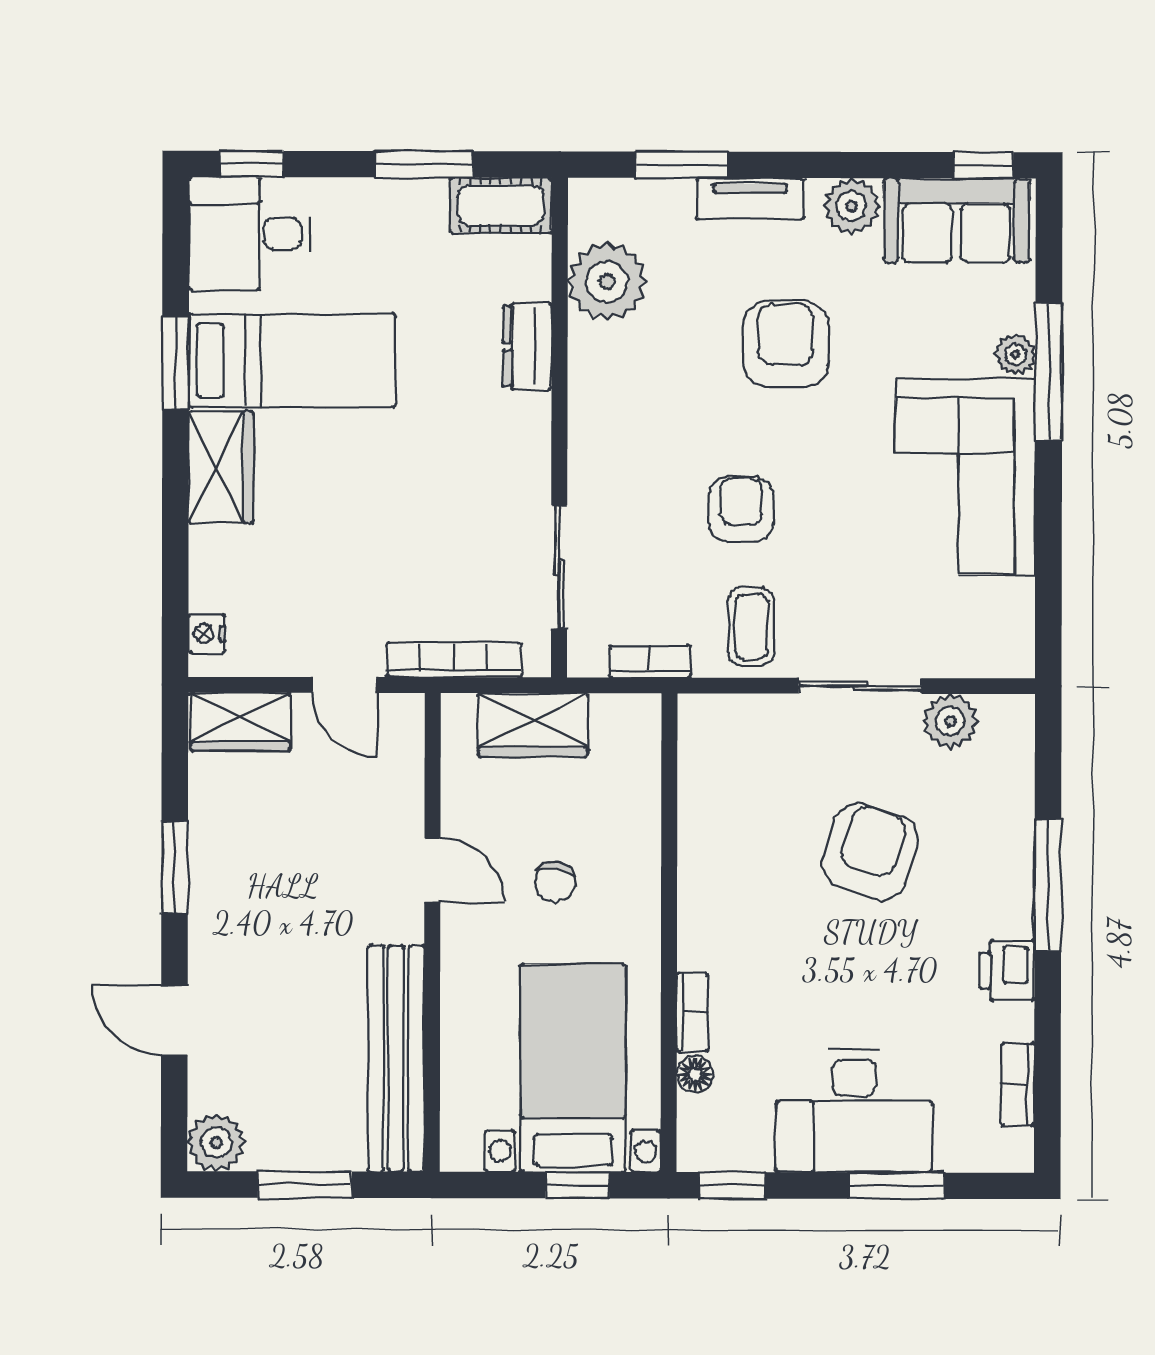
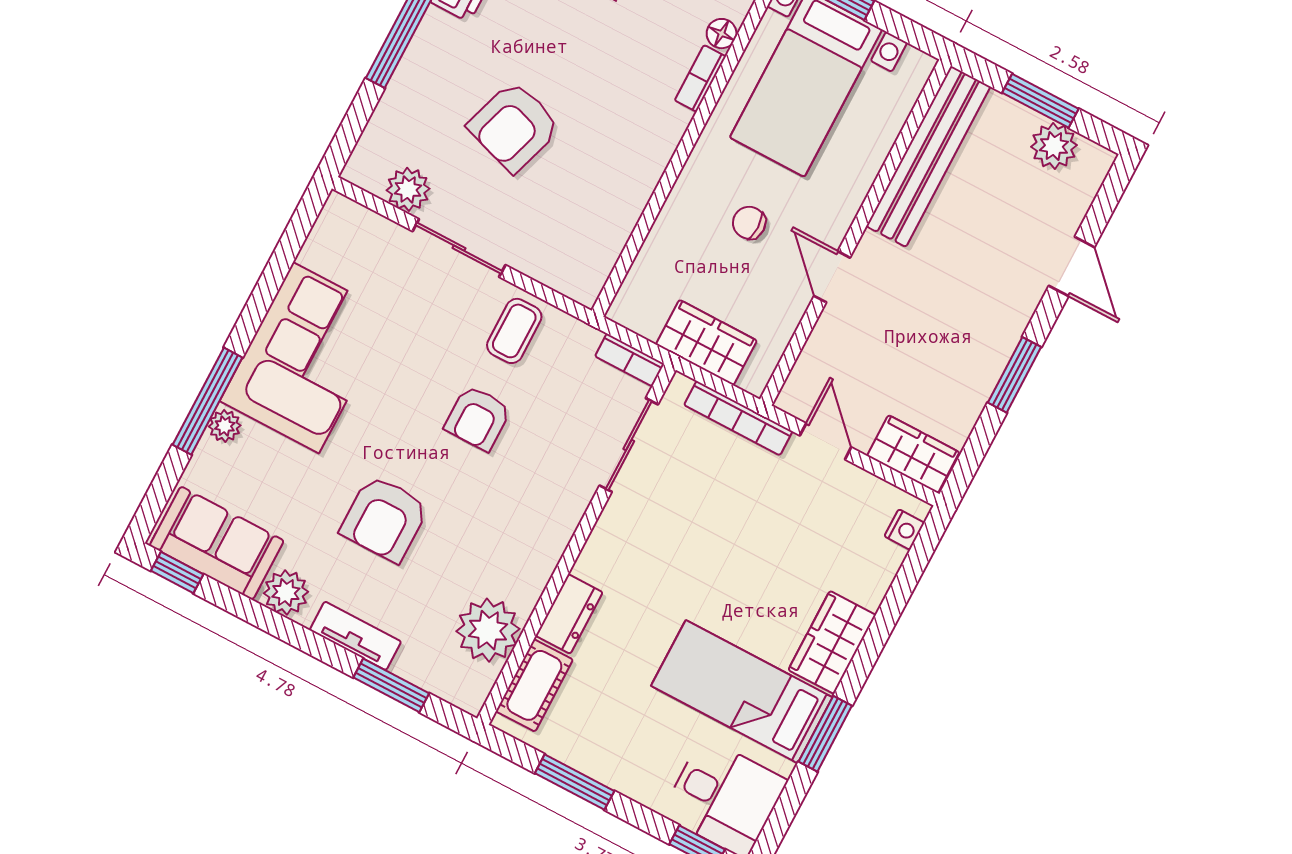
cot: (501, 205) -> (534, 685), moved, turned 90
bookcase: (650, 661) -> (630, 360), moved
chair: (555, 882) -> (749, 223), turned -99
plant: (216, 1143) -> (1054, 146), moved

